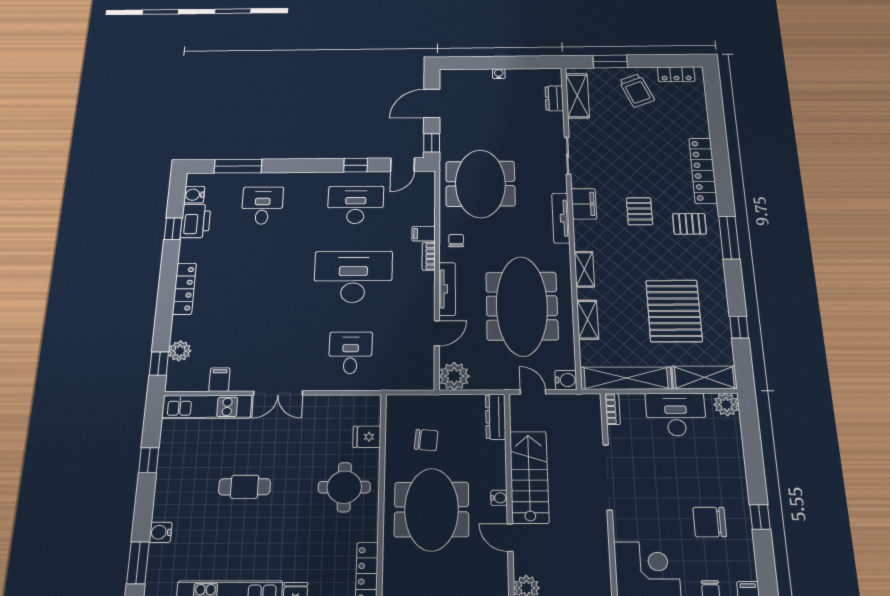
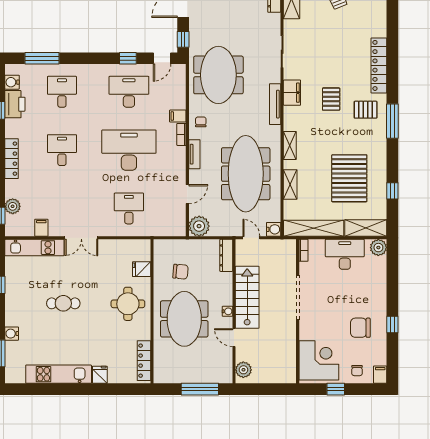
desk: (257, 277) -> (62, 150), added
tv unit: (447, 289) -> (194, 154), width x0.71

